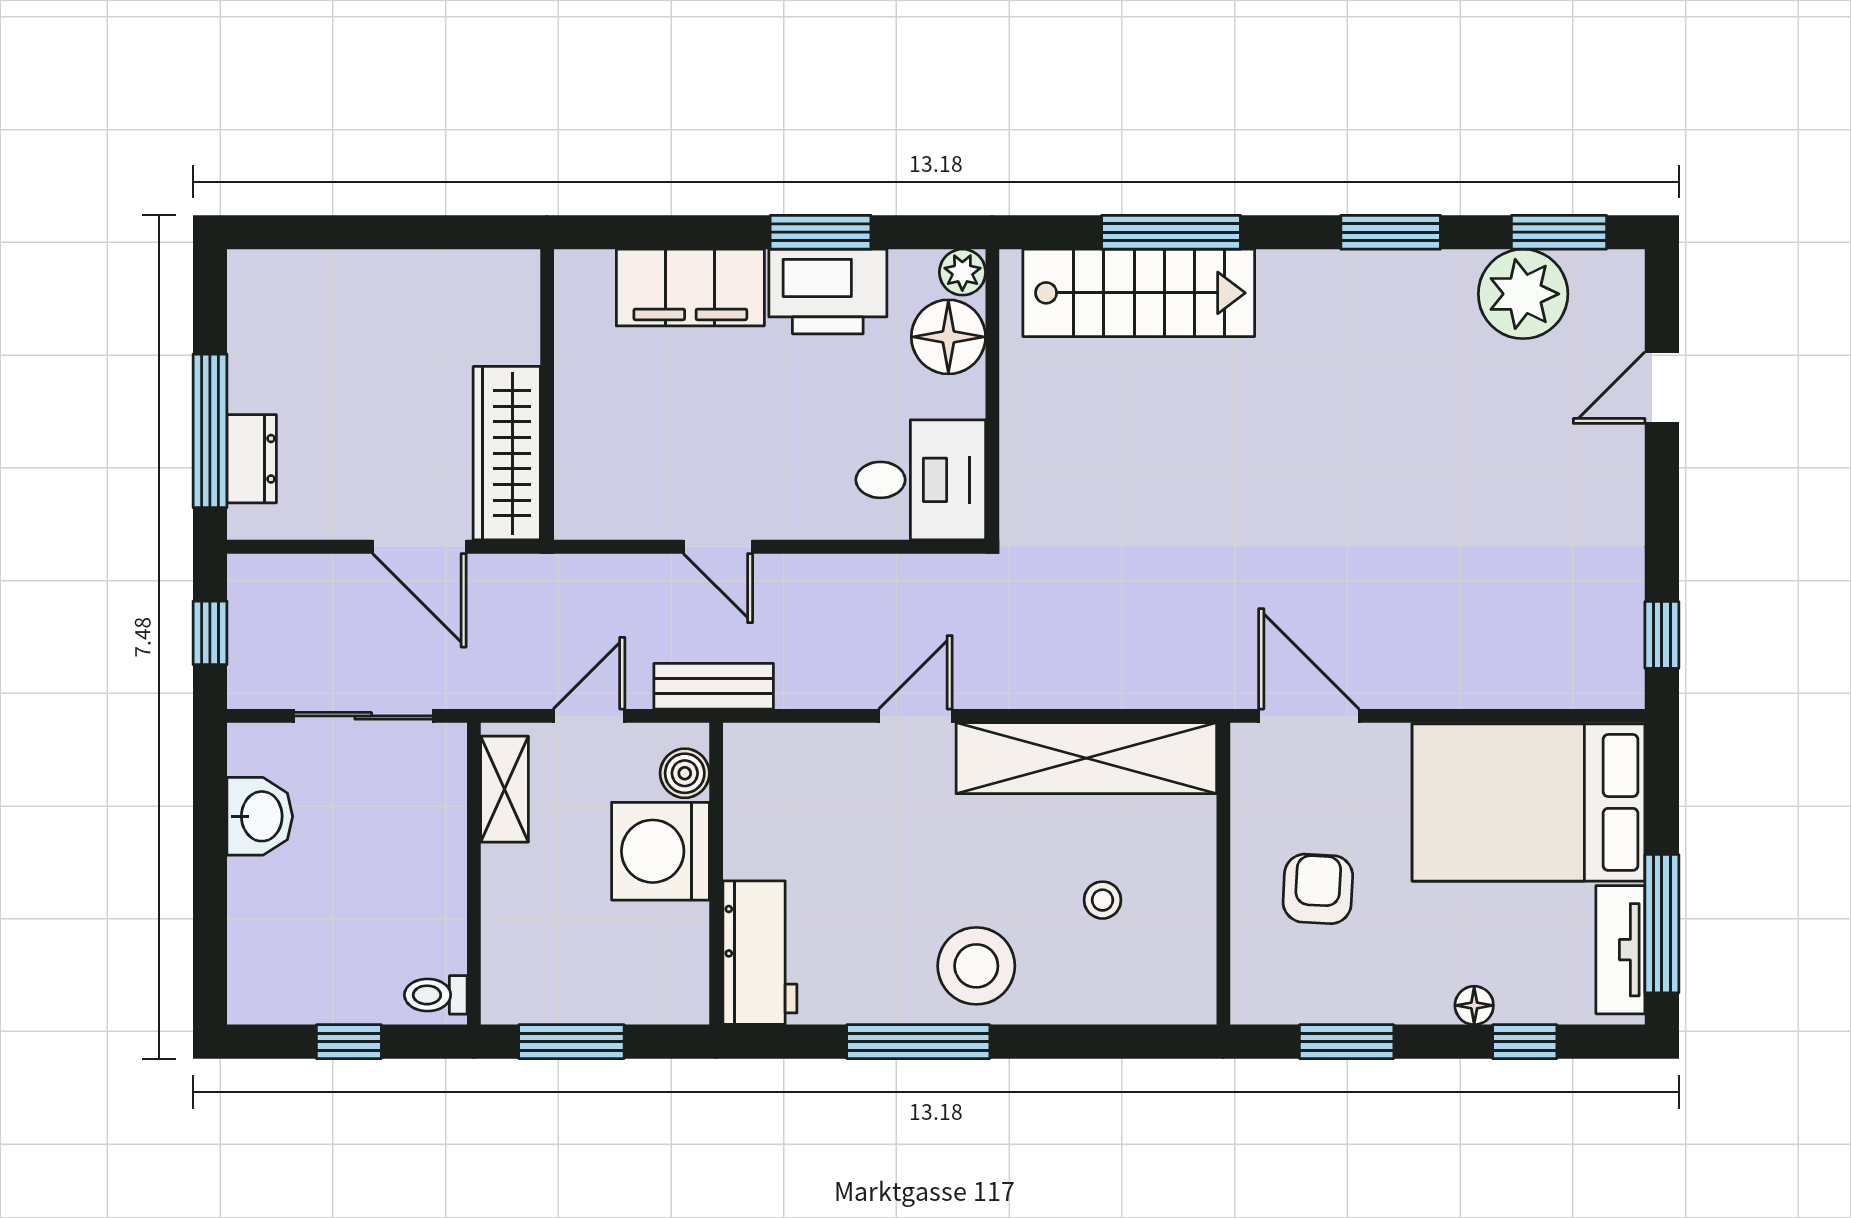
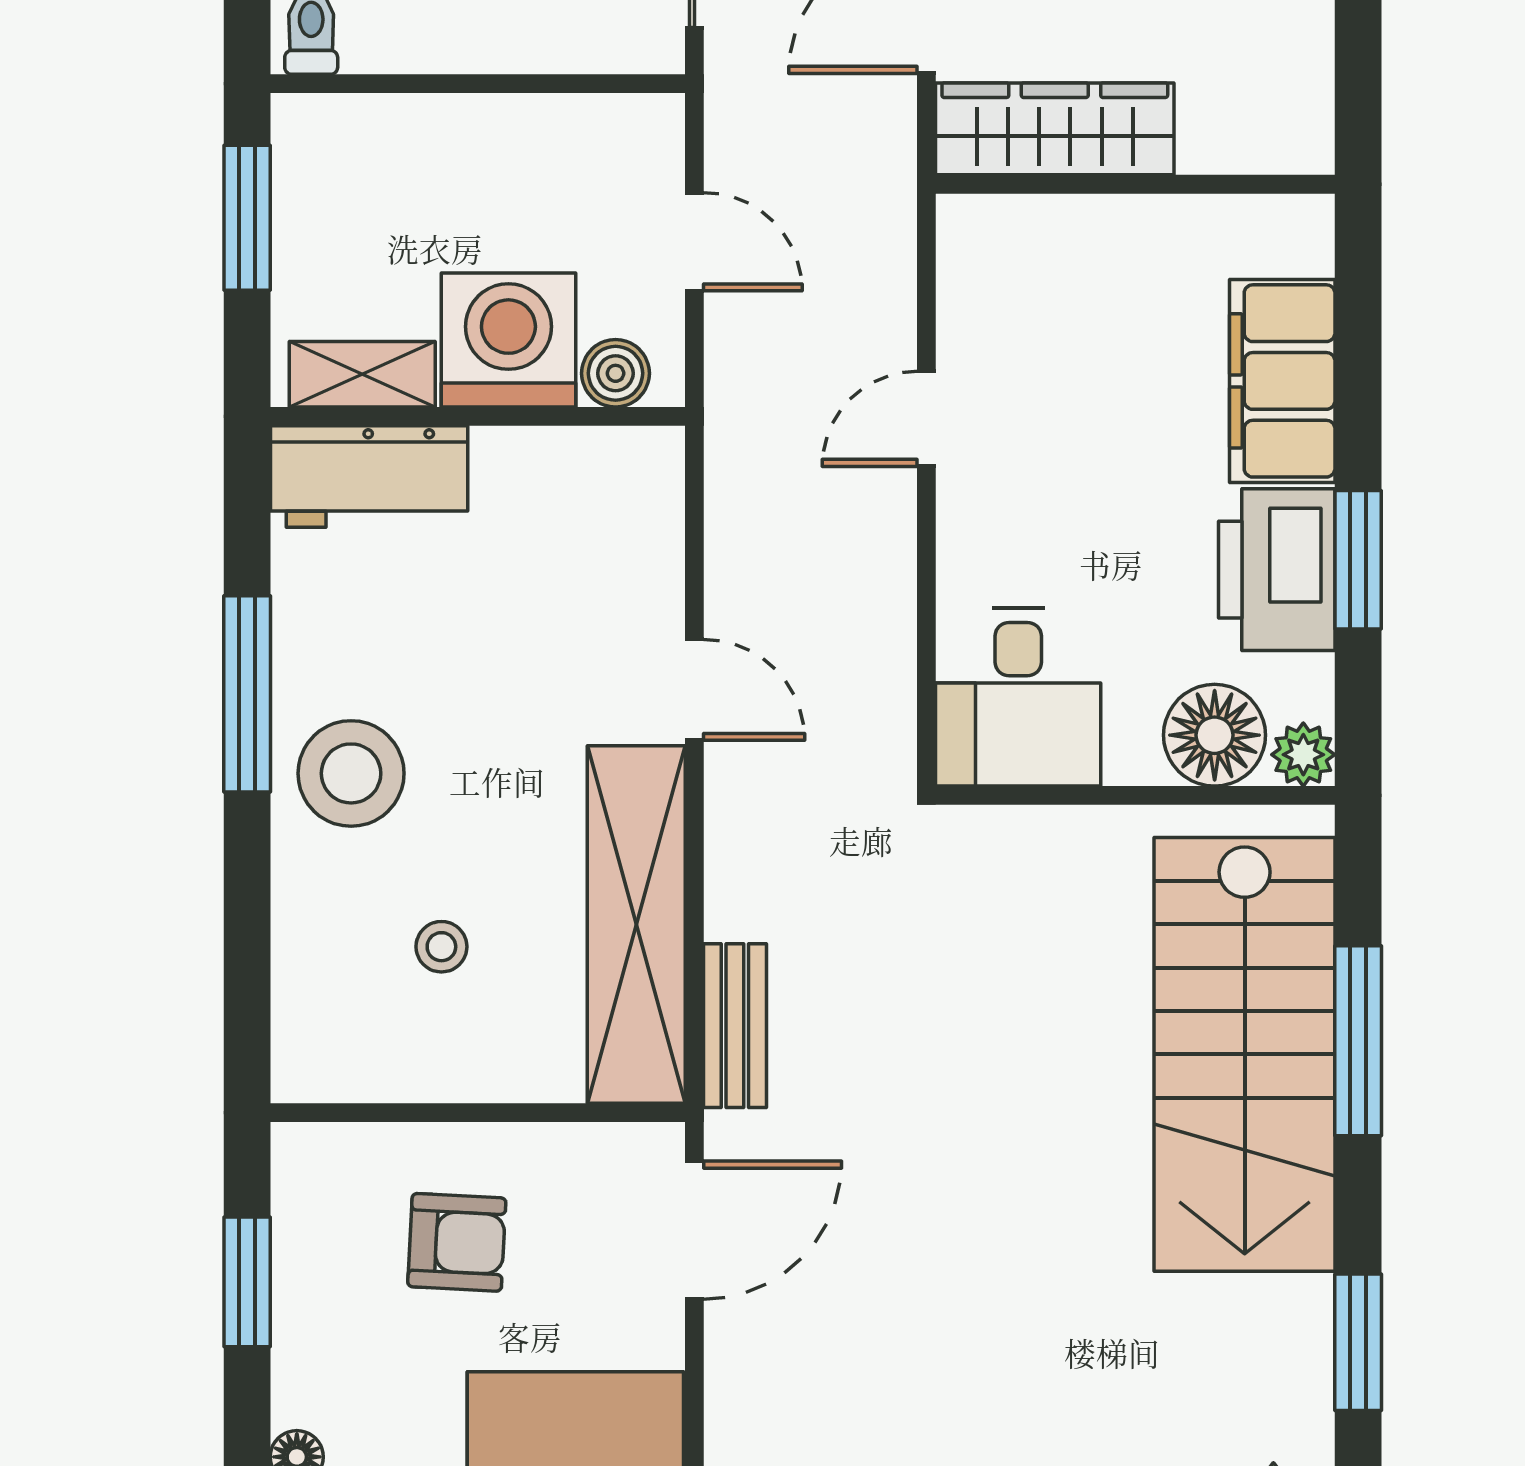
stairs: (1139, 293) -> (1245, 1054), width x1.36, depth x1.51
bench: (714, 686) -> (735, 1026), moved
shelving: (504, 789) -> (362, 374), moved

